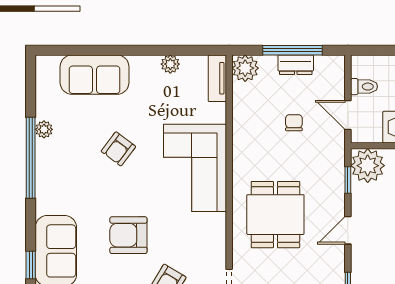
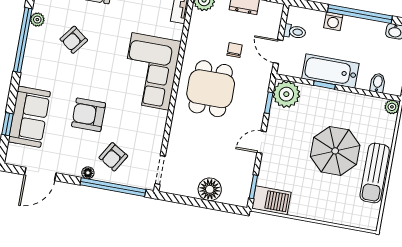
armchair: (118, 149) -> (74, 40), moved
dining table: (275, 215) -> (211, 89), moved

